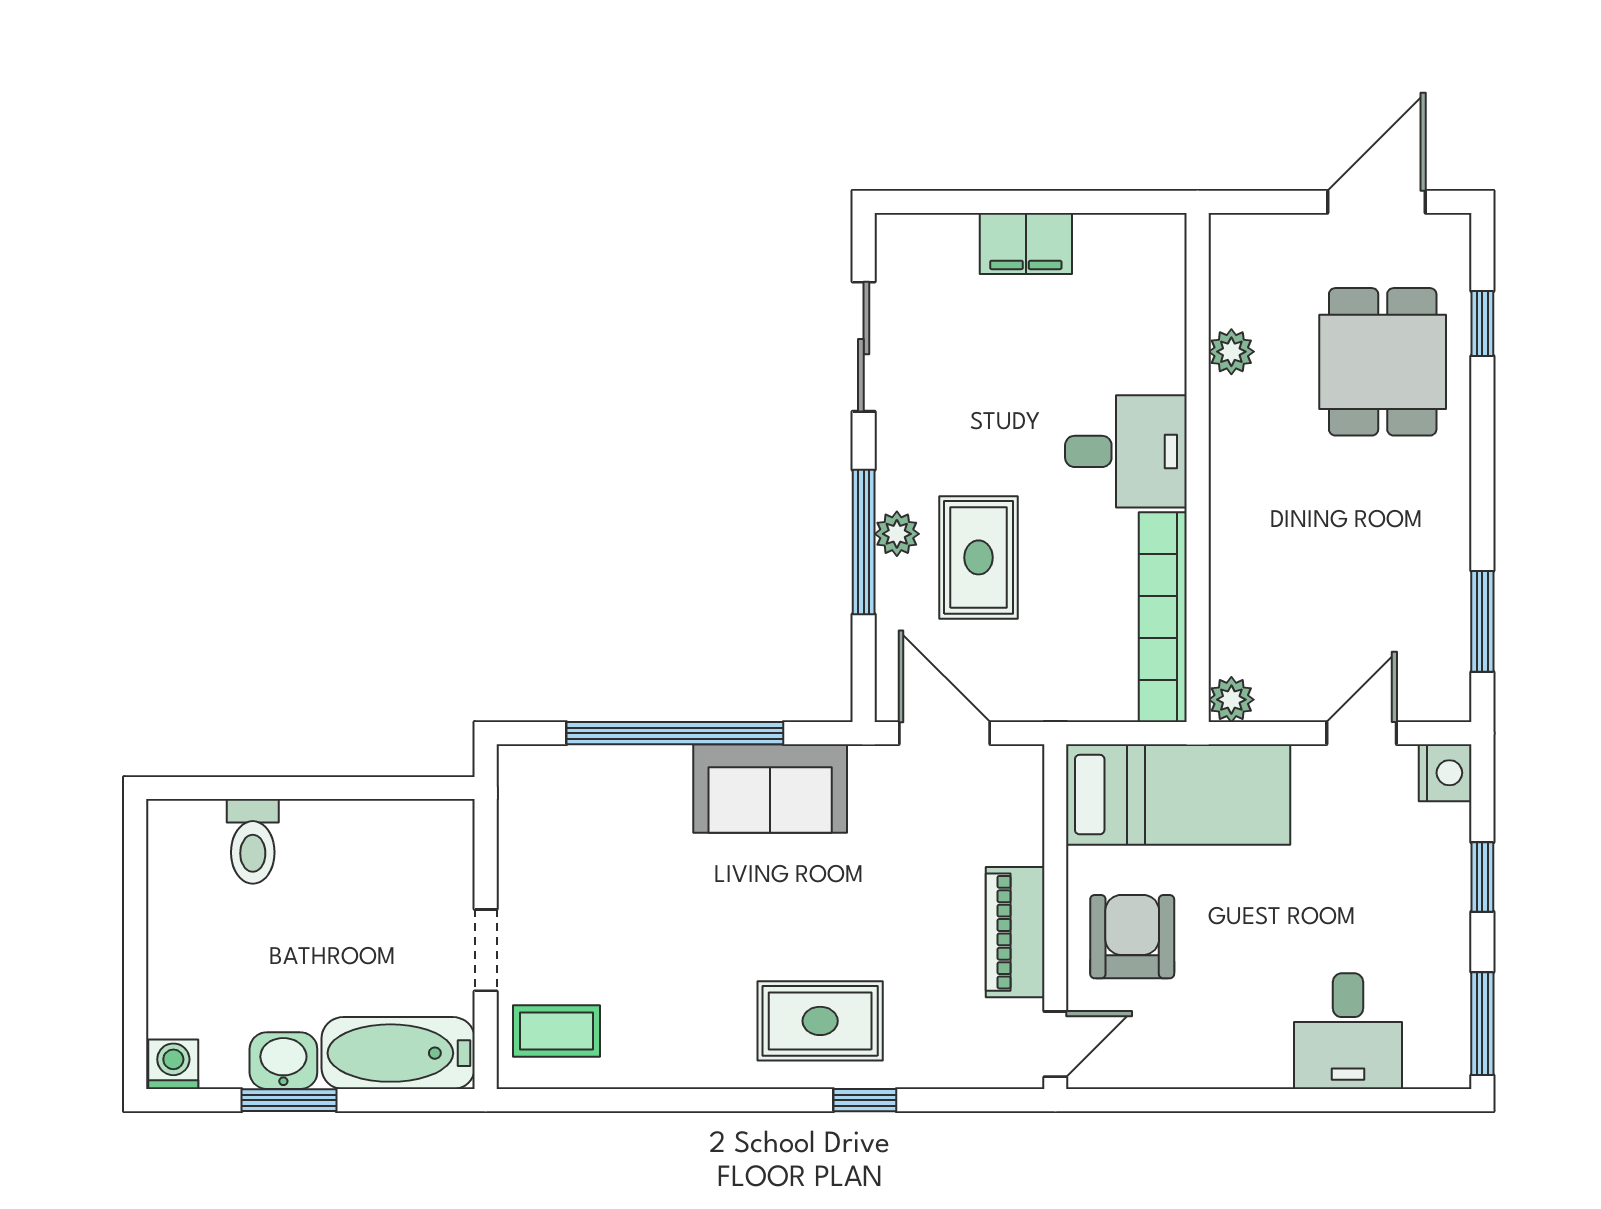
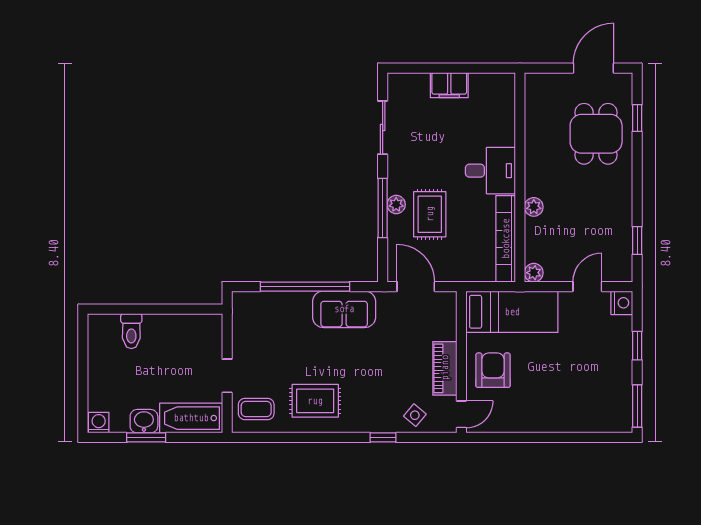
plant: (1231, 352) -> (534, 207), moved
window: (1482, 621) -> (637, 241), width x0.67
rug: (820, 1021) -> (315, 401), moved
desk: (1348, 1031) -> (582, 409), removed
side table: (942, 1046) -> (415, 415), added

